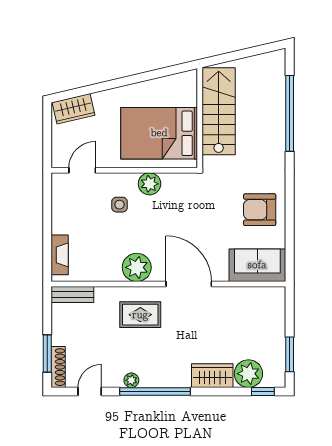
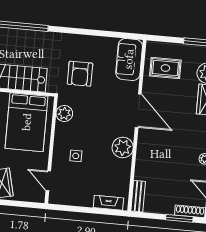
plant: (150, 184) -> (64, 113), moved
armchair: (260, 210) -> (80, 74), moved
door: (189, 284) -> (138, 111), swing flipped
rug: (140, 315) -> (165, 68), moved, turned 90

